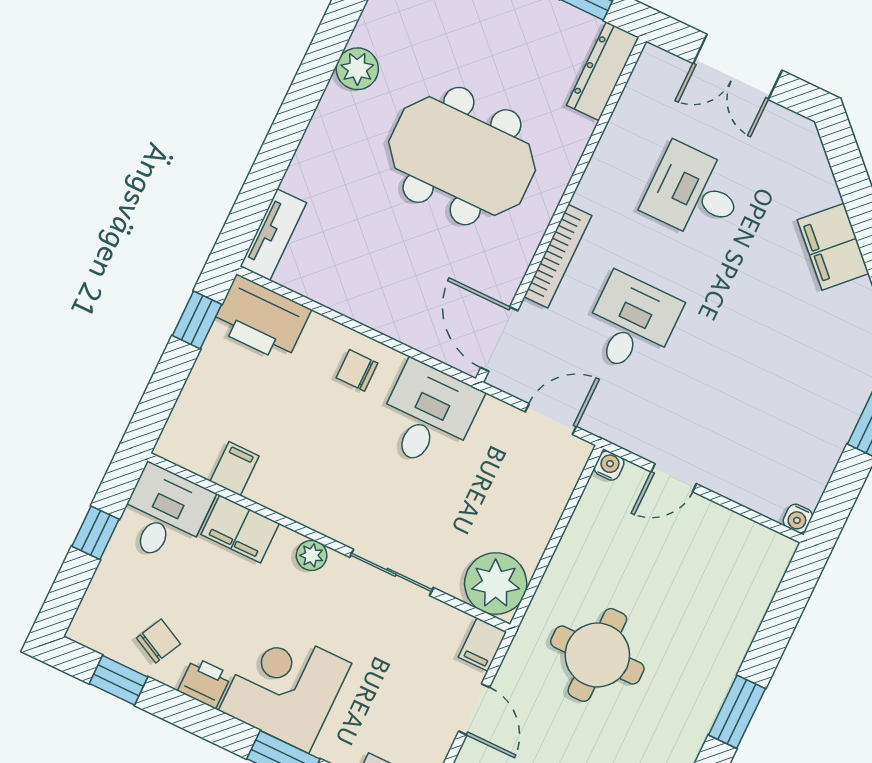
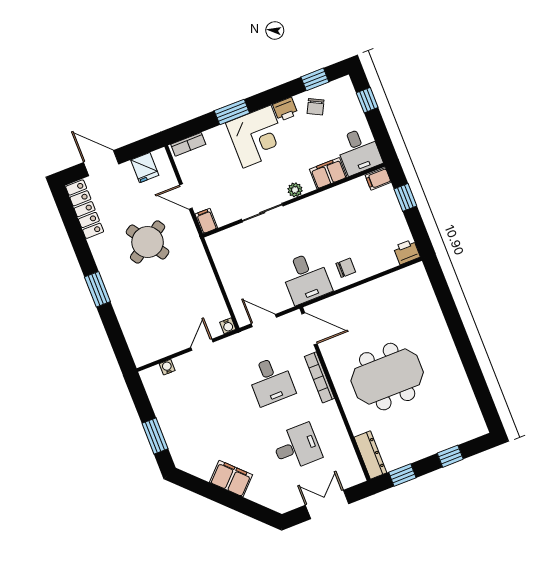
plant: (357, 69) -> (453, 368), removed
tv unit: (273, 235) -> (422, 283), removed
printer: (261, 319) -> (407, 252), width x0.53, depth x0.68
window: (197, 320) -> (405, 197), moved
door: (551, 419) -> (264, 321), swing flipped
filing cabinet: (235, 469) -> (378, 179), moved, turned 90
water cooler: (798, 519) -> (167, 367), moved
window: (95, 533) -> (367, 100), moved
plant: (496, 584) -> (224, 246), removed
round table: (597, 655) -> (148, 242), moved, turned -33

